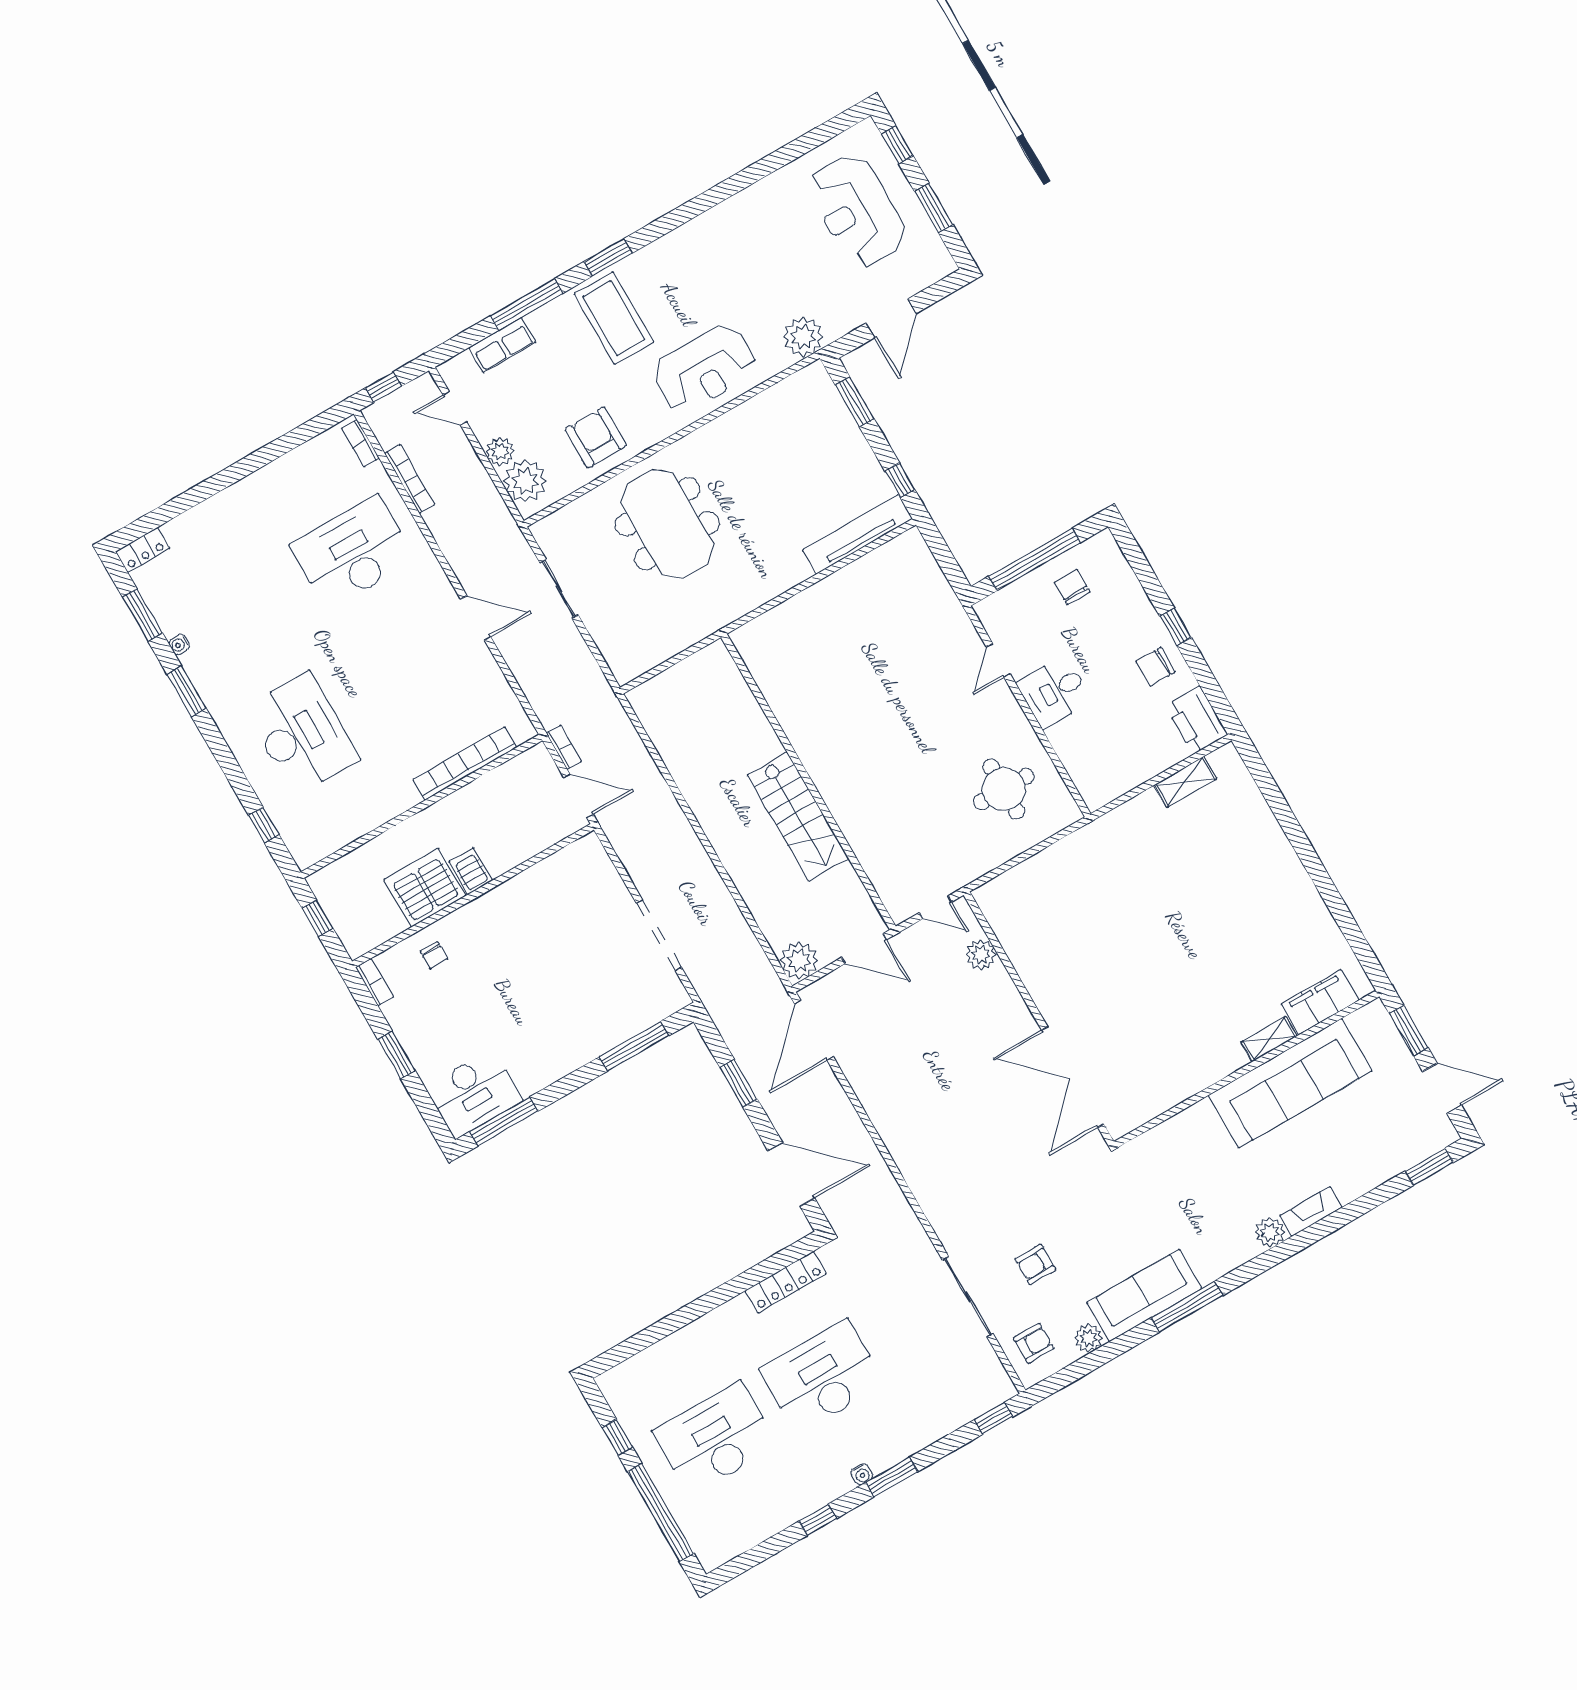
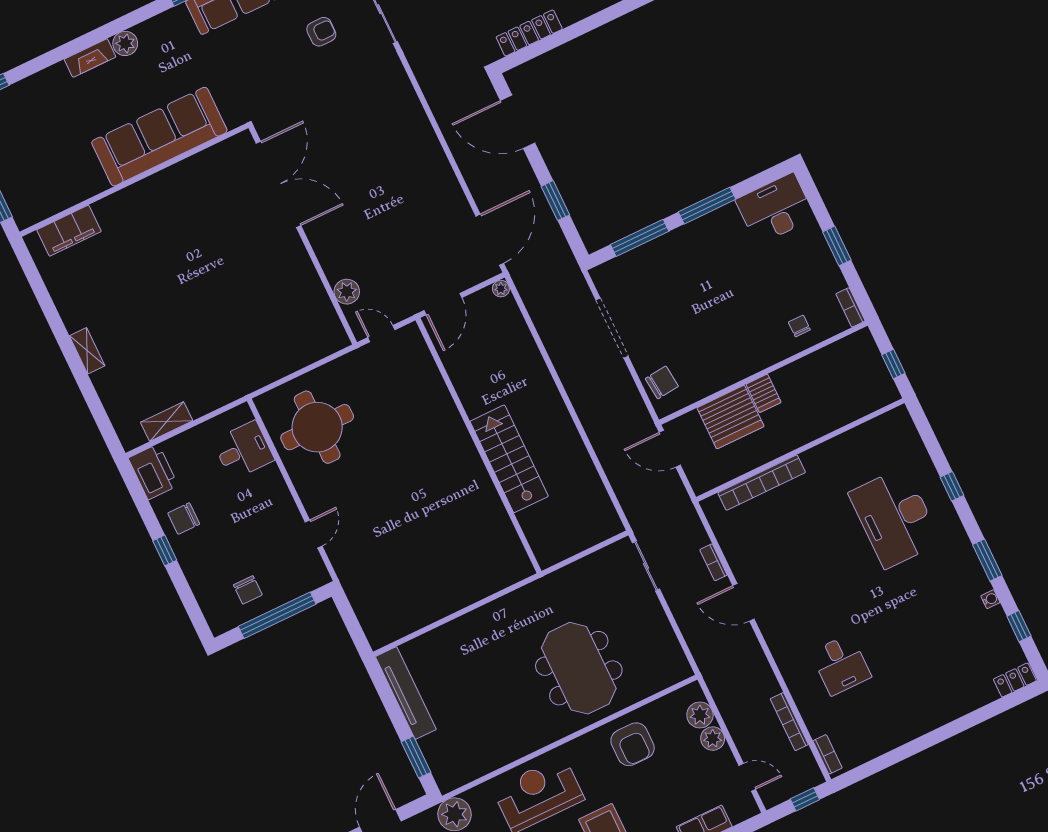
window: (900, 480) -> (384, 689), removed
plant: (525, 481) -> (700, 715), width x0.73, depth x0.73
tv unit: (858, 534) -> (406, 693), moved, turned -90
desk: (353, 552) -> (841, 665), width x0.53, depth x0.77
sliding door: (559, 589) -> (646, 566), moved
window: (142, 615) -> (1019, 626), width x0.67
chair: (1156, 667) -> (184, 519), turned 180
desk: (1054, 692) -> (243, 450), moved
bookcase: (564, 747) -> (713, 562), moved
round table: (1004, 789) -> (317, 427), width x1.36, depth x1.36
stairs: (798, 817) -> (509, 459), moved
window: (264, 825) -> (952, 486), moved
chair: (594, 875) -> (662, 382), added
server rack: (425, 888) -> (730, 417), moved
door: (864, 949) -> (443, 304), swing flipped
plant: (799, 960) -> (501, 289), width x0.53, depth x0.53
shelving: (1269, 1039) -> (87, 351), moved, turned 90
sofa: (1290, 1083) -> (159, 137), moved
window: (504, 1121) -> (707, 206), moved

